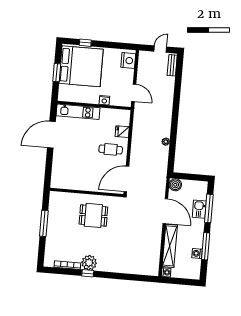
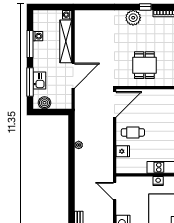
nightstand: (104, 100) -> (158, 181), moved
boiler: (175, 185) -> (45, 103), moved
door: (165, 211) -> (73, 76), swing flipped
dining table: (93, 215) -> (144, 65), turned 90
plant: (89, 263) -> (133, 18), moved

